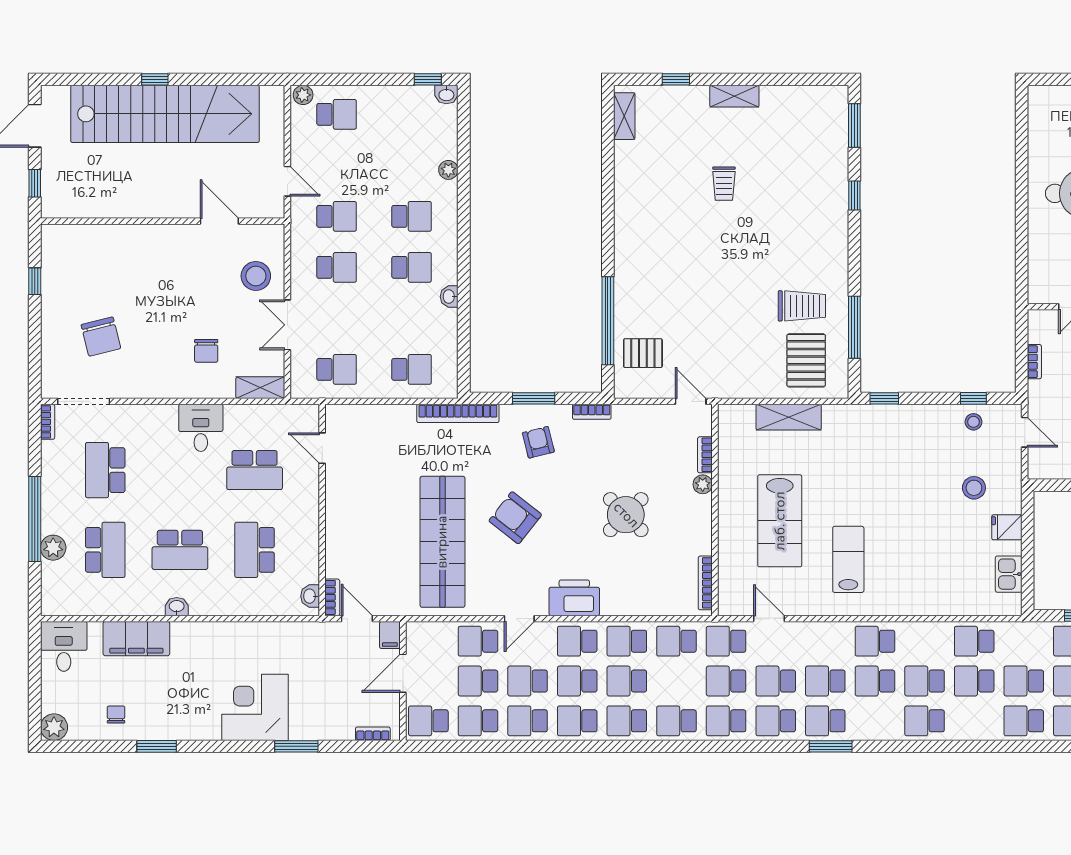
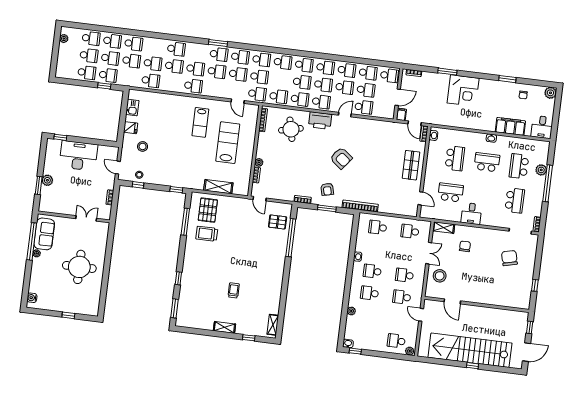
round table: (626, 515) -> (291, 129), moved, turned 32
shop shelf: (442, 542) -> (411, 165), moved, width x0.50, depth x0.74

